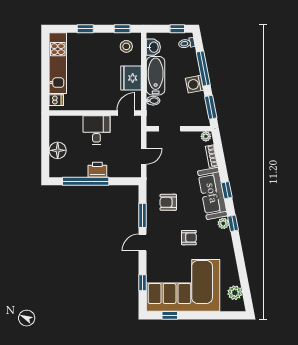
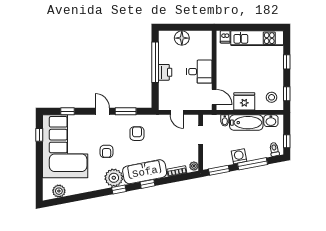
plant: (223, 223) -> (114, 178), width x1.88, depth x1.88

